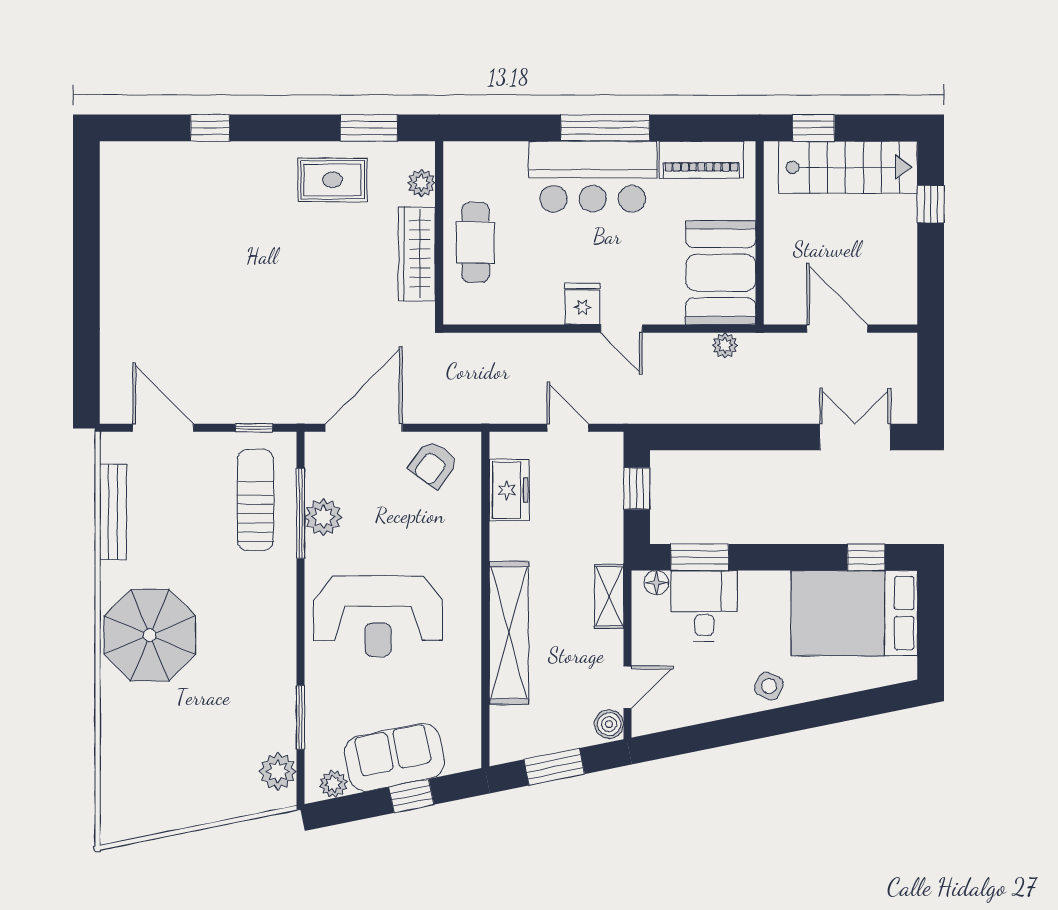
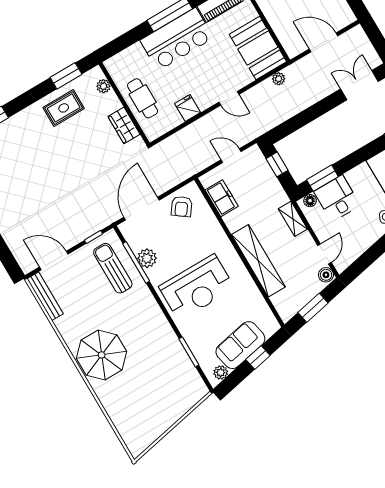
wardrobe: (417, 254) -> (124, 125), width x0.67
fridge: (582, 304) -> (188, 108), moved
bench: (113, 512) -> (45, 296), moved
plant: (278, 771) -> (193, 381), removed

